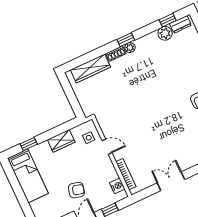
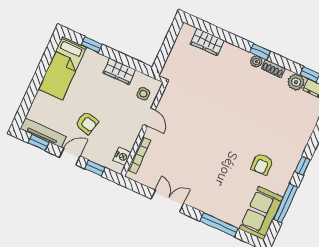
shoe rack: (116, 54) -> (273, 68), moved
wardrobe: (91, 68) -> (207, 42), width x0.67

